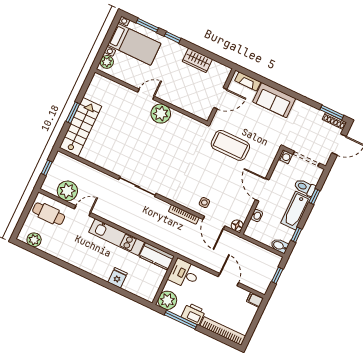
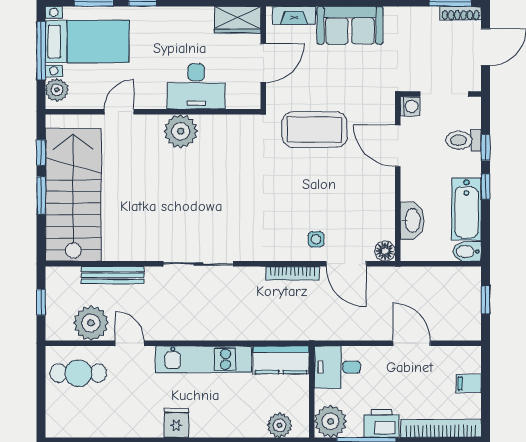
window: (108, 38) -> (41, 51), added
wardrobe: (197, 60) -> (238, 20), moved
window: (83, 91) -> (41, 153), added
door: (146, 94) -> (119, 112), moved
desk: (180, 94) -> (196, 86), added
stairs: (80, 127) -> (73, 195), width x1.36, depth x1.51
bench: (90, 171) -> (113, 275), added
door: (262, 190) -> (398, 146), moved
door: (83, 211) -> (130, 343), hinge flipped
bathtub: (296, 211) -> (466, 209), moved
washbasin: (257, 215) -> (412, 221), width x1.91, depth x1.45
window: (296, 235) -> (486, 187), moved
plant: (34, 240) -> (280, 425), moved
fridge: (118, 278) -> (176, 423), moved
filing cabinet: (255, 300) -> (469, 383), moved

